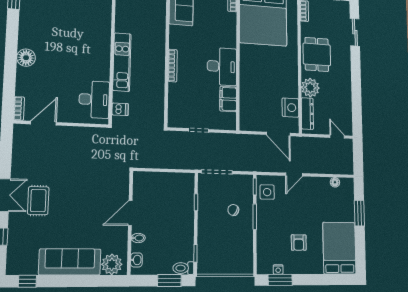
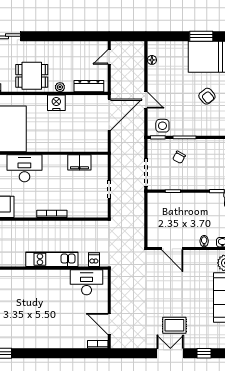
floor lamp: (26, 58) -> (54, 341), removed
desk: (222, 66) -> (24, 168), moved
plant: (310, 88) -> (60, 87), width x0.53, depth x0.53
nightstand: (290, 108) -> (56, 103), moved
door: (278, 134) -> (109, 115), width x1.36
door: (130, 213) -> (172, 249), moved
window: (359, 213) -> (201, 36), moved
armchair: (299, 243) -> (207, 96), turned 51

